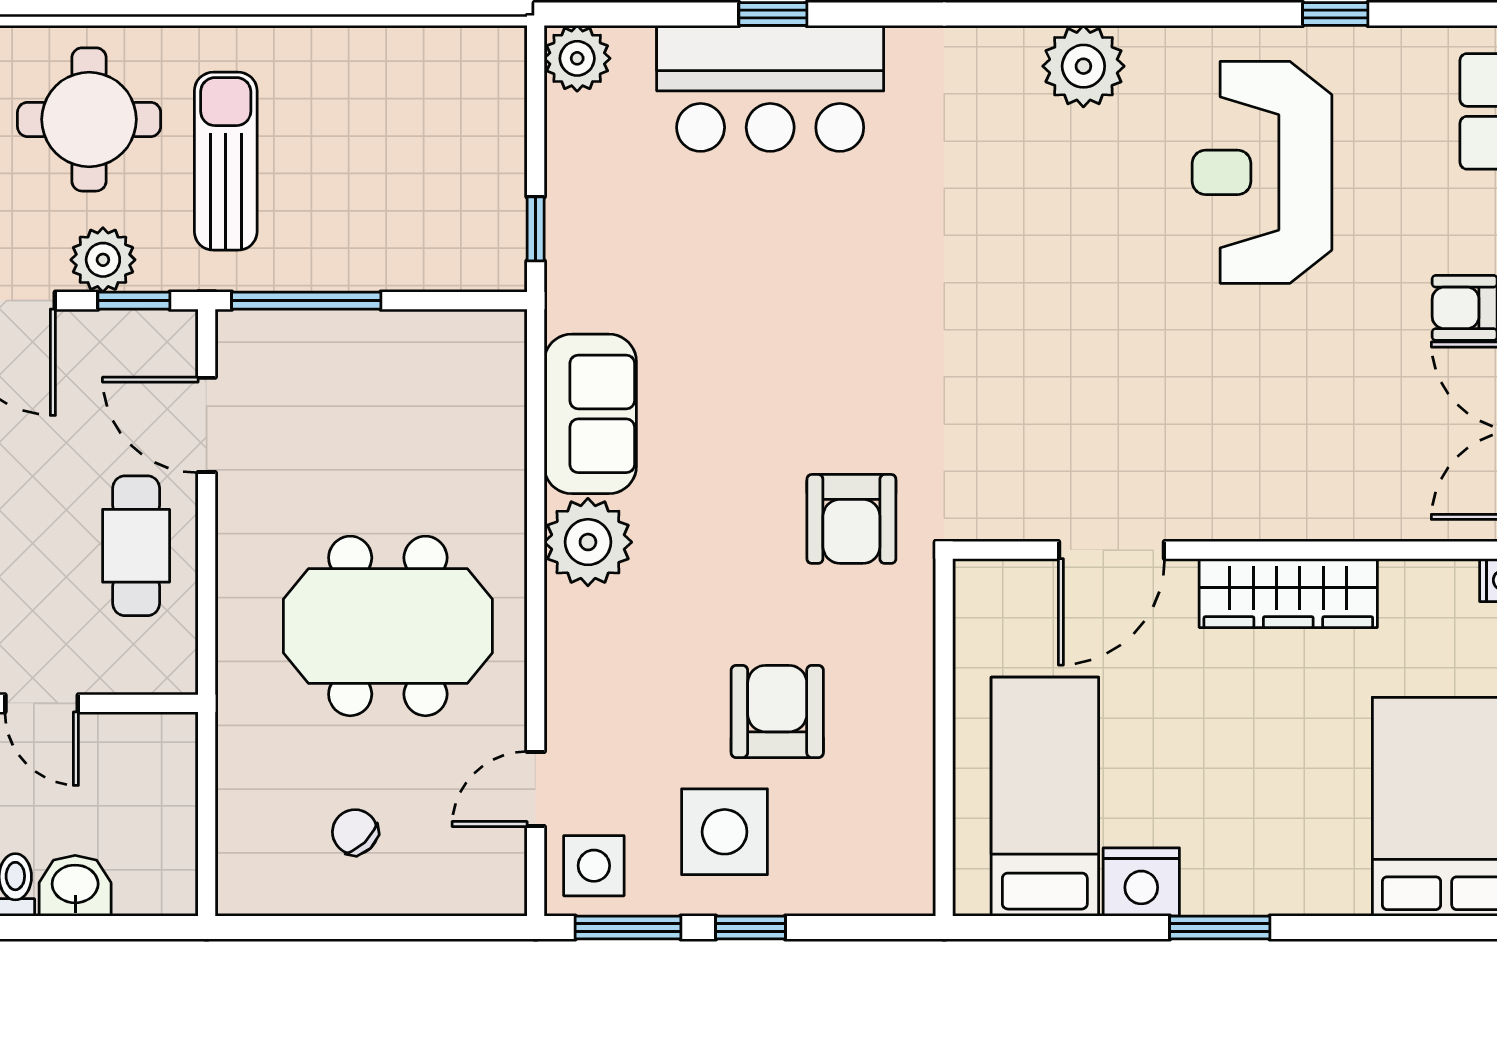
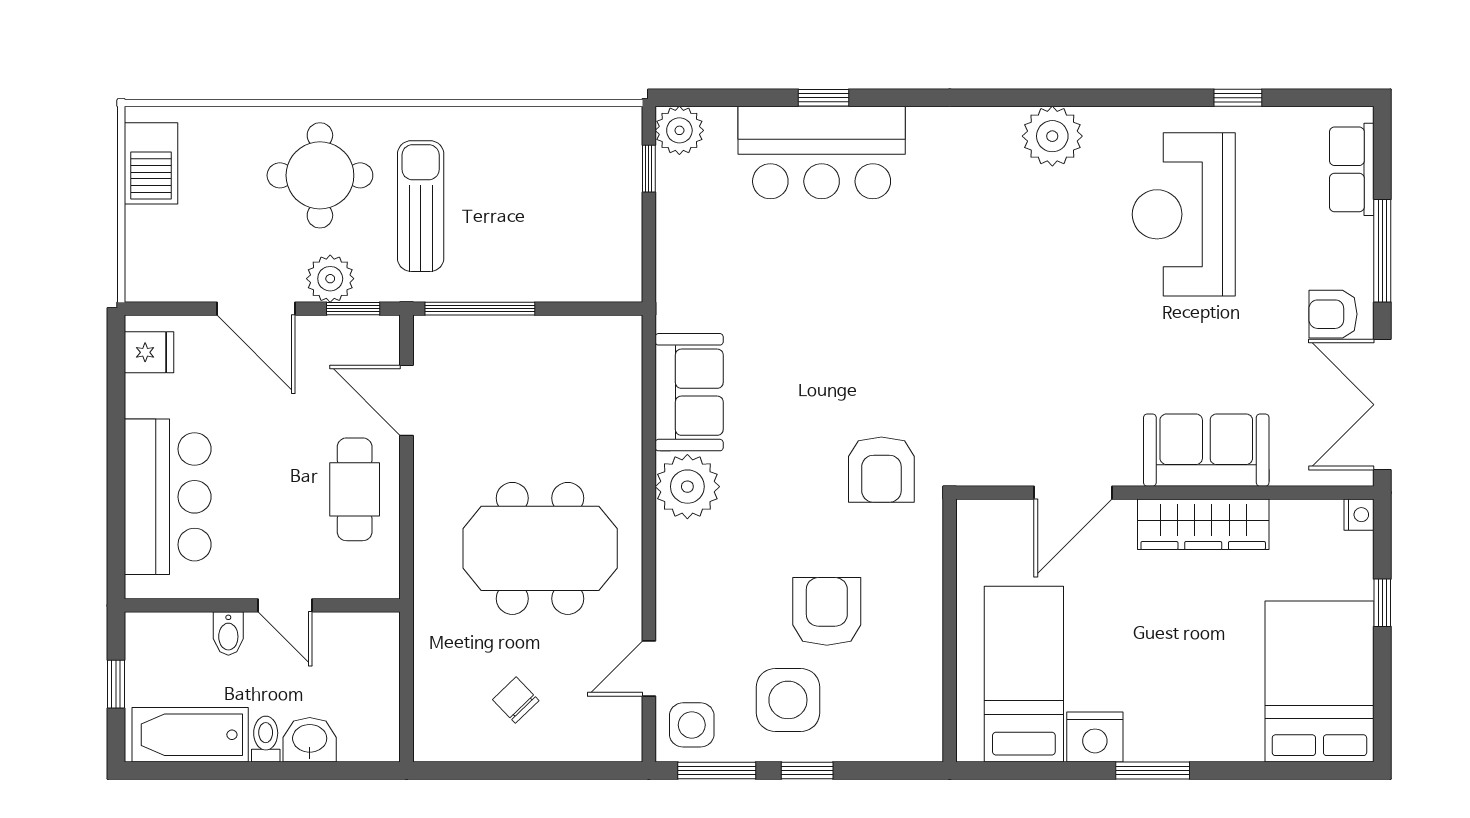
window: (536, 229) -> (649, 169), moved
sofa: (1293, 492) -> (1206, 450), added

